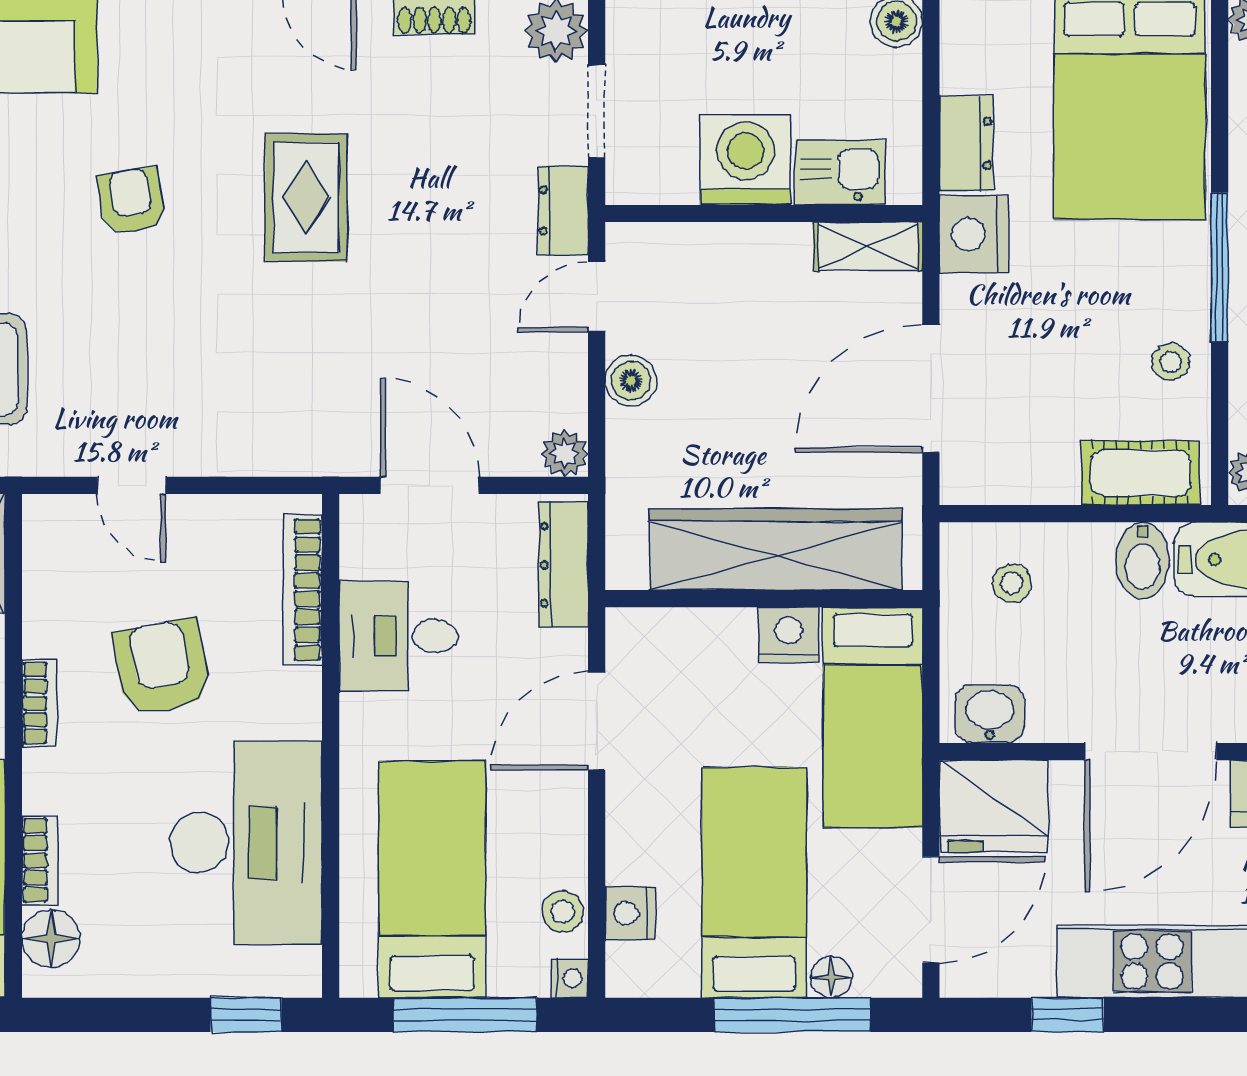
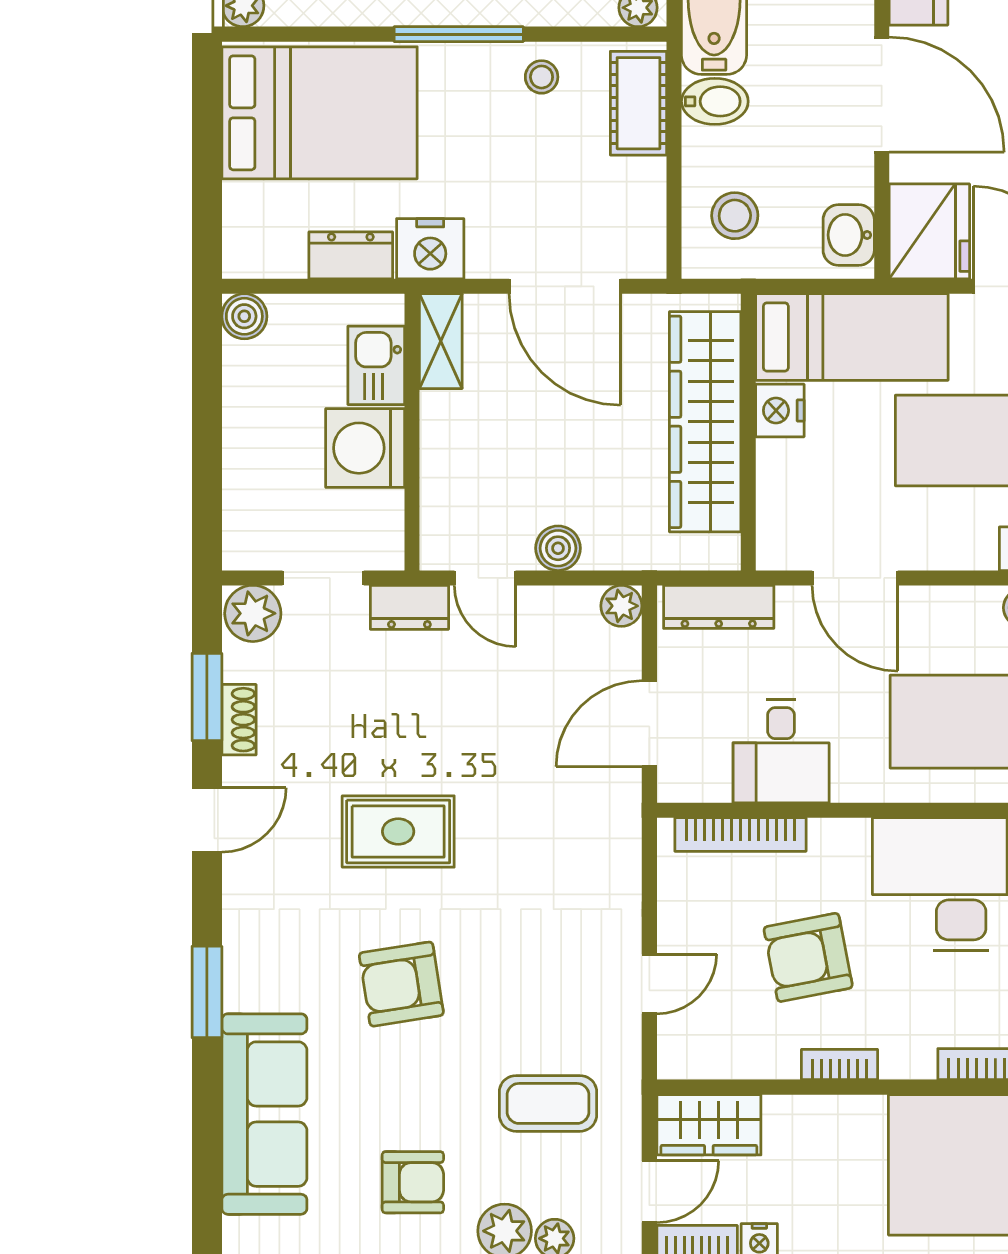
armchair: (131, 201) -> (401, 984), width x1.38, depth x1.38
stool: (1012, 583) -> (735, 216), width x1.37, depth x1.37

